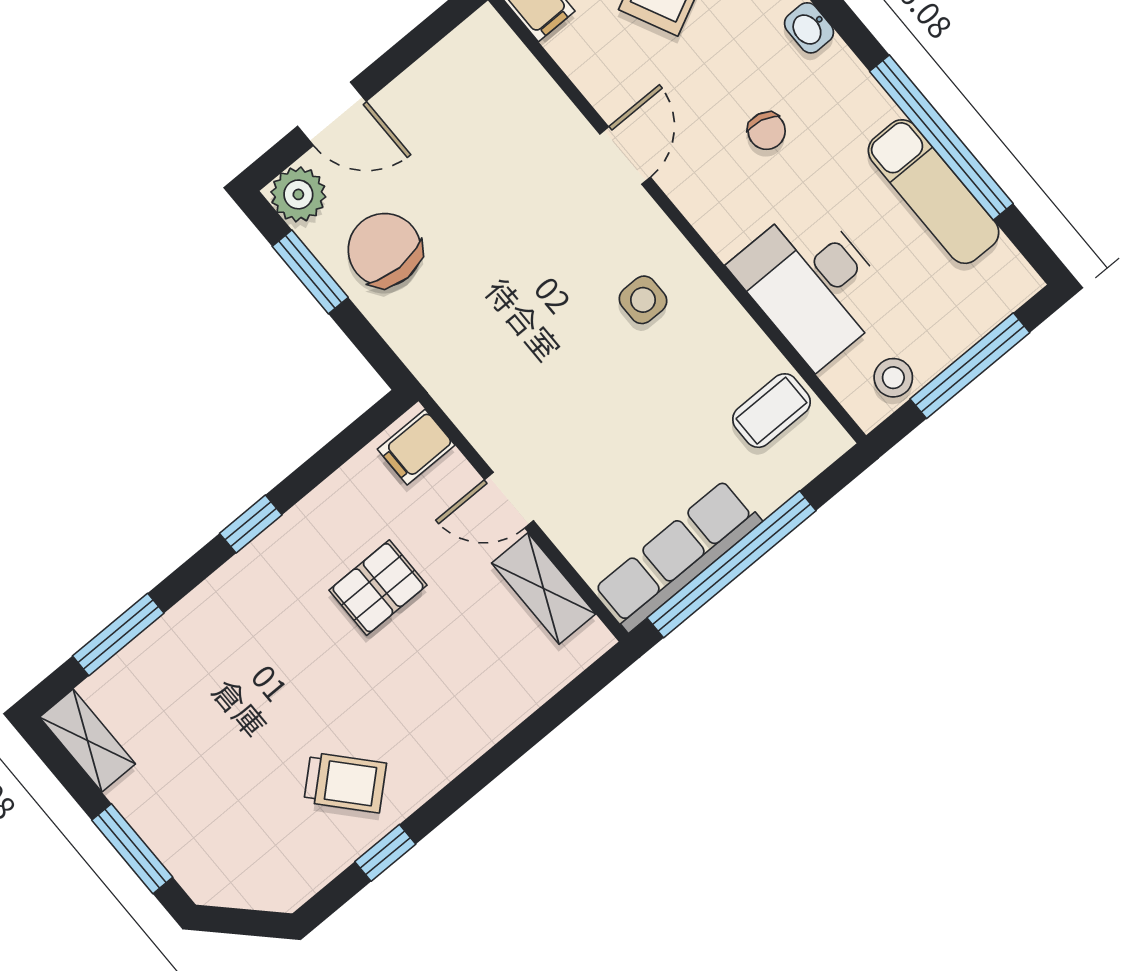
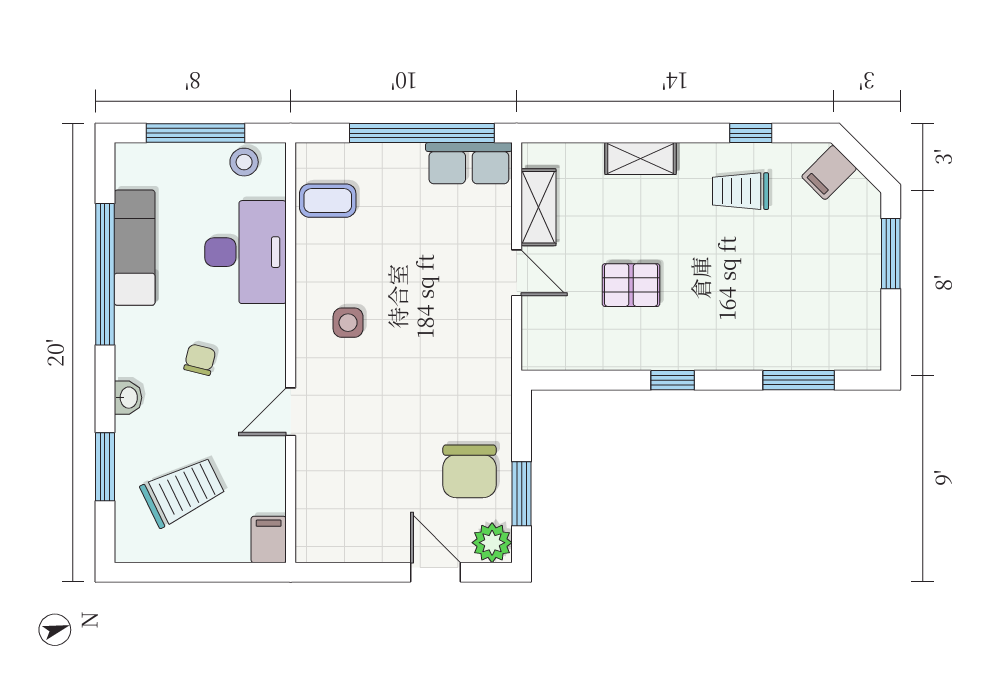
filing cabinet: (416, 447) -> (829, 172), moved, turned 135
row of seats: (677, 556) -> (469, 163), width x0.68
shelving: (87, 740) -> (641, 158), moved, turned 90
trolley: (345, 783) -> (740, 191), turned -48

